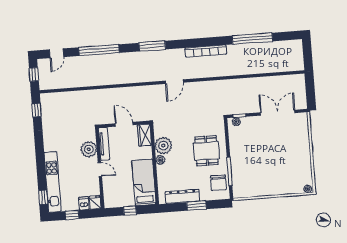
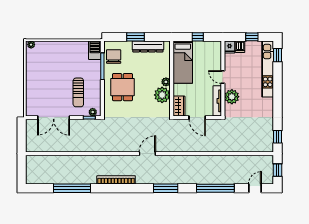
sun lounger: (253, 142) -> (78, 92), added
barbecue: (239, 188) -> (95, 50), added

